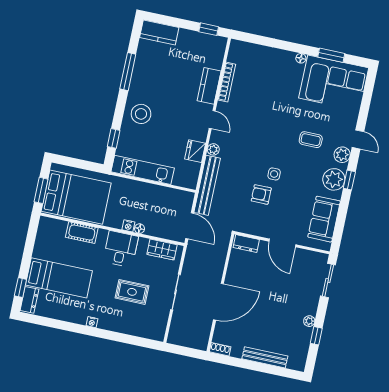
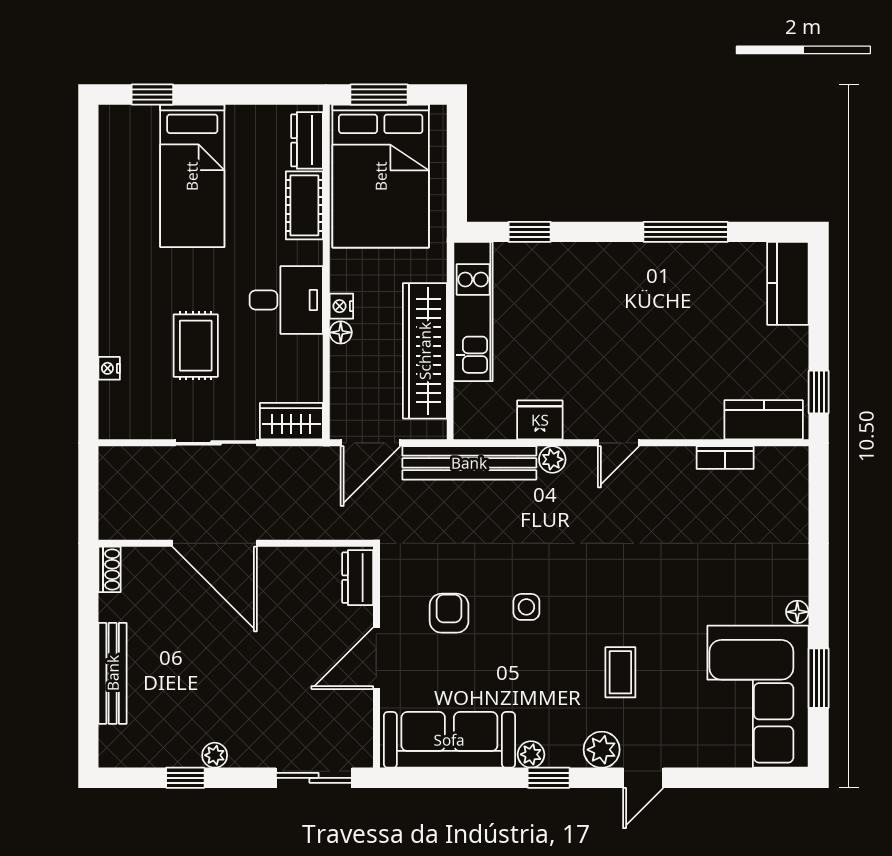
bookcase: (227, 82) -> (725, 458), width x0.64
kitchen counter: (209, 86) -> (764, 420), moved
stool: (141, 114) -> (597, 281), removed
plant: (334, 179) -> (531, 754), width x0.53, depth x0.53
wardrobe: (155, 194) -> (425, 351), added
armchair: (261, 194) -> (449, 613), moved
sofa: (324, 219) -> (449, 740), width x1.36
wardrobe: (162, 250) -> (291, 421), moved, turned 90
dresser: (29, 300) -> (307, 140), moved, turned 90
nightstand: (92, 322) -> (109, 368), moved

